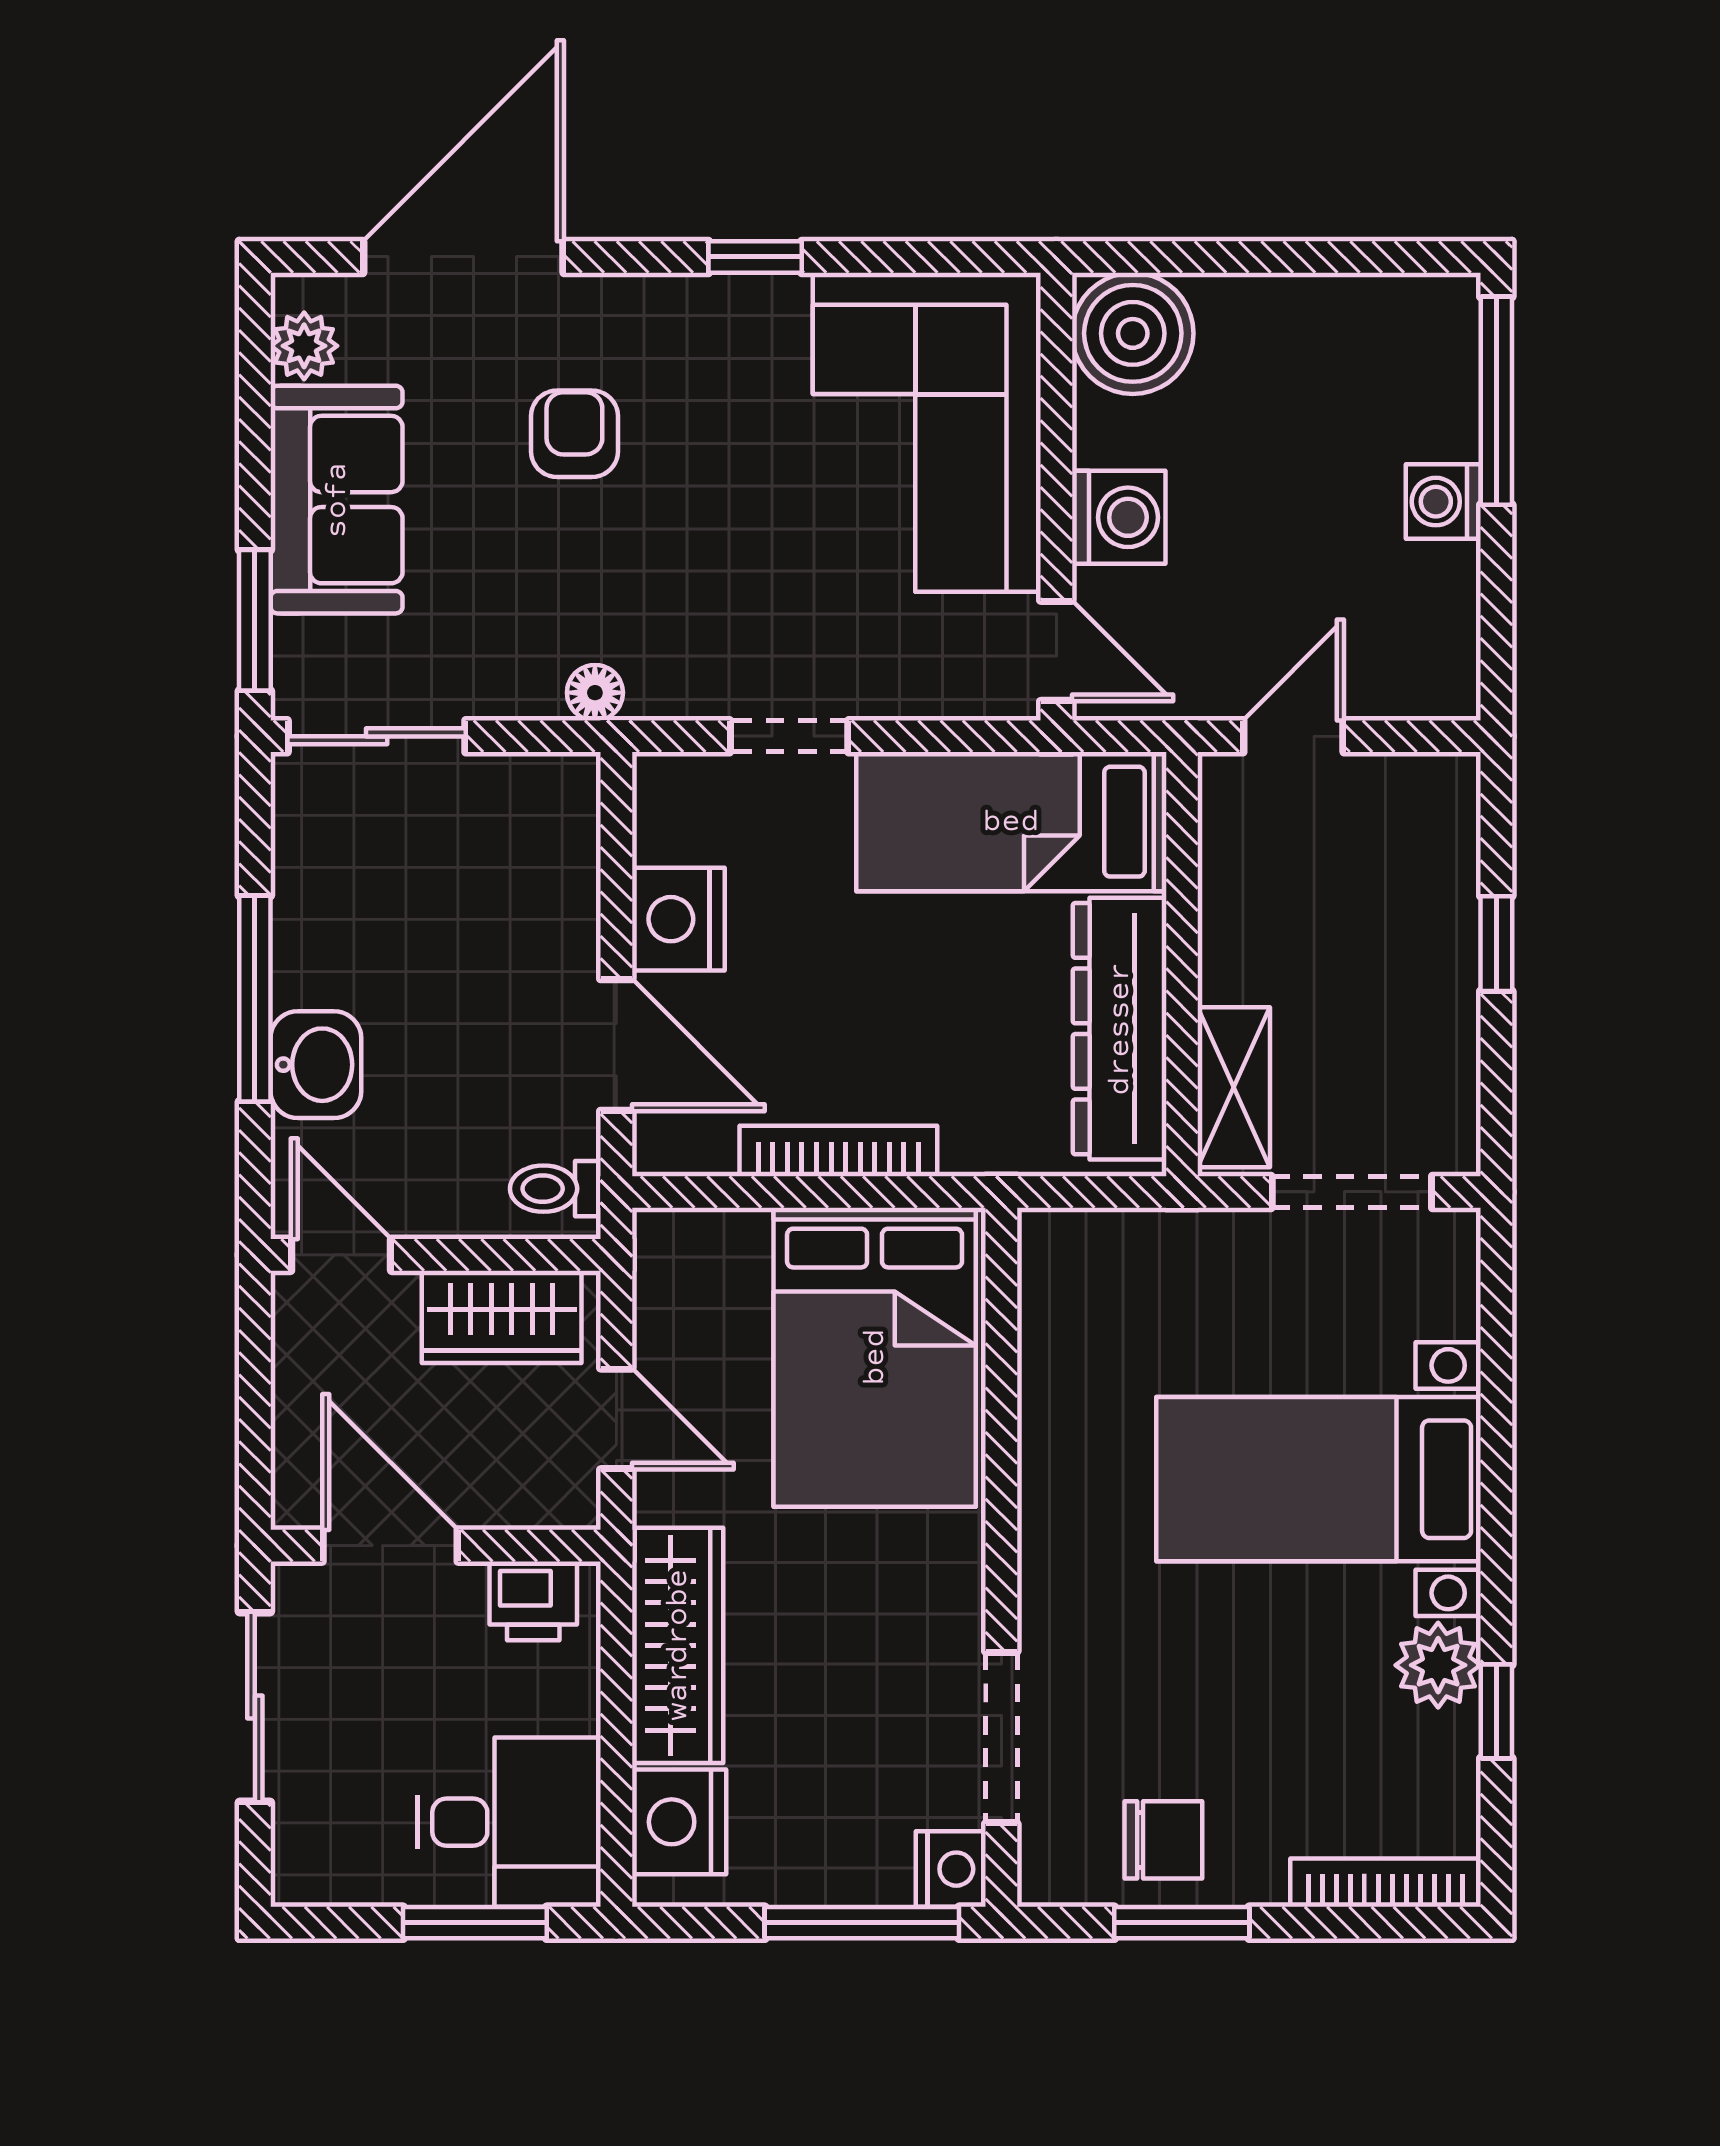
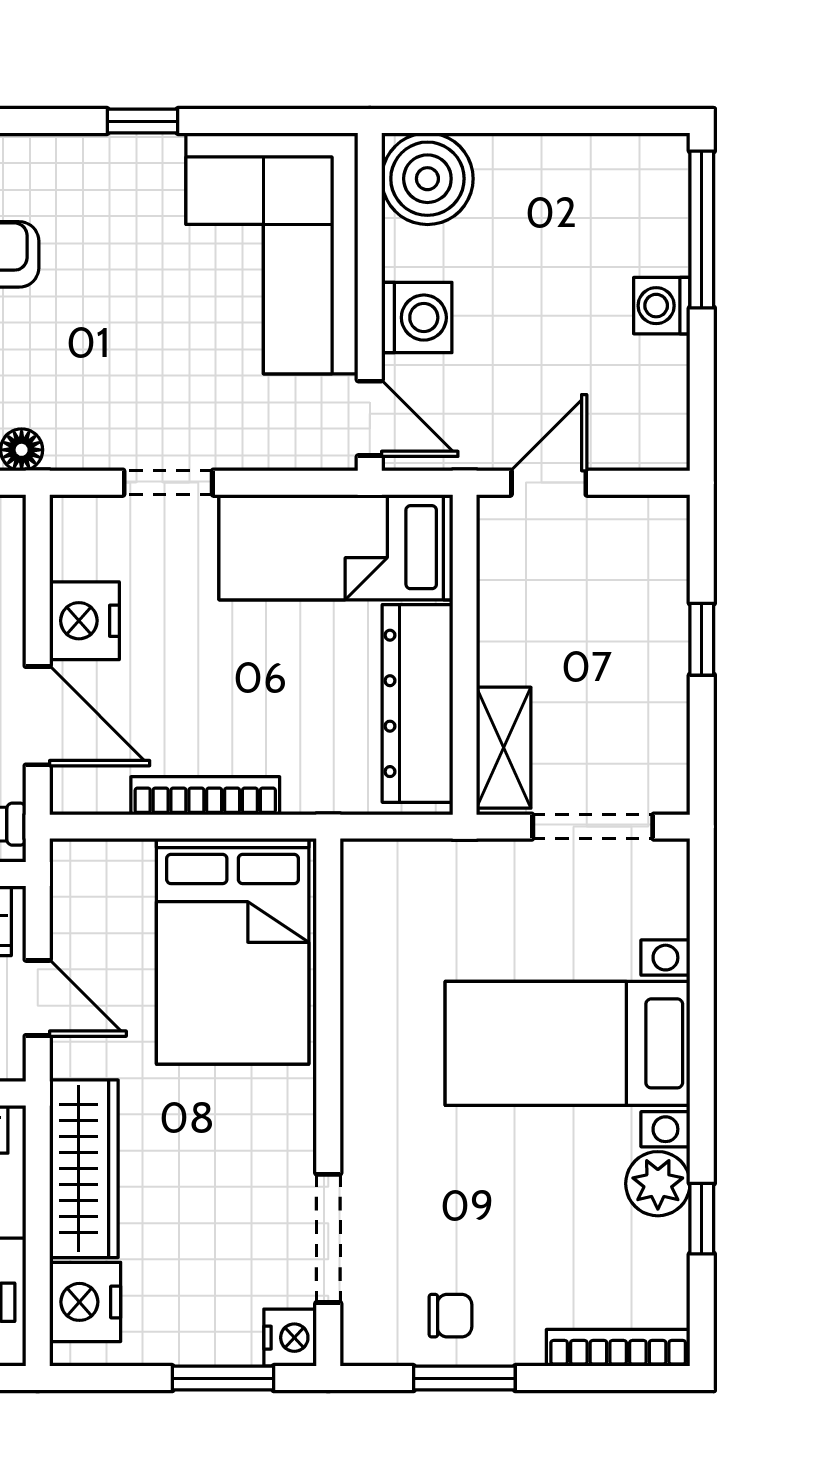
chair: (1163, 1840) -> (451, 1316), width x0.73, depth x0.73
window: (862, 1923) -> (223, 1378), width x0.69

